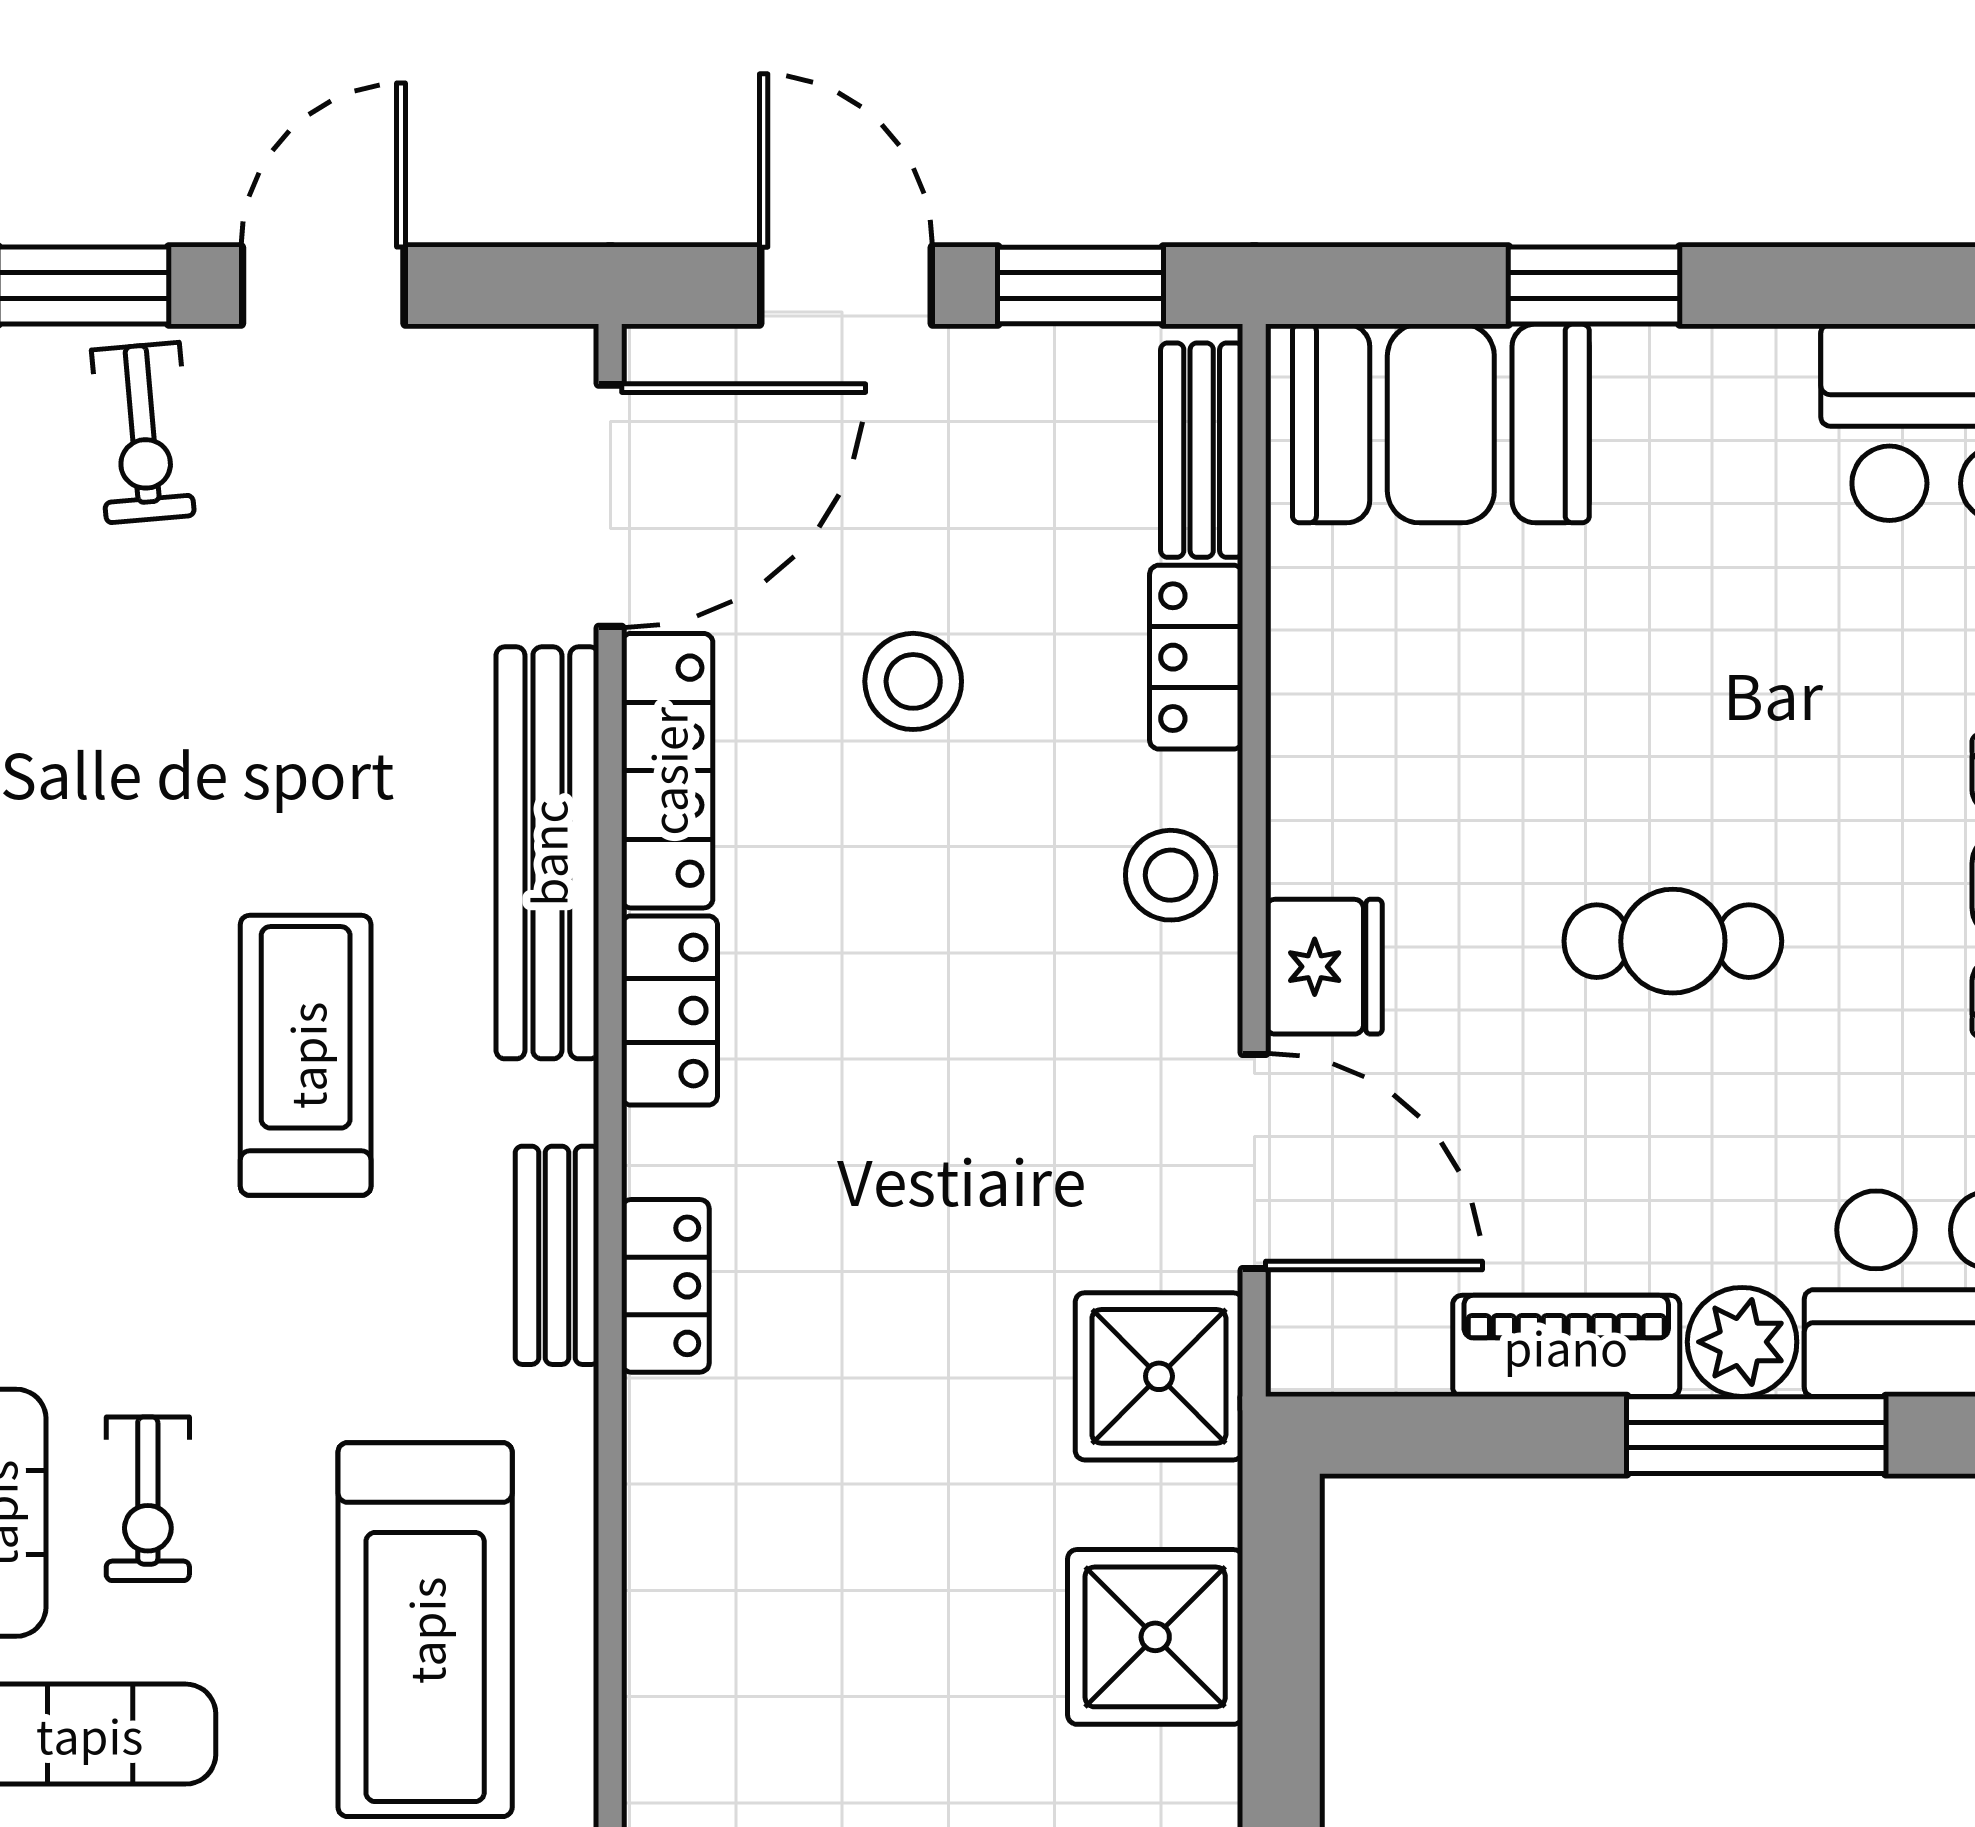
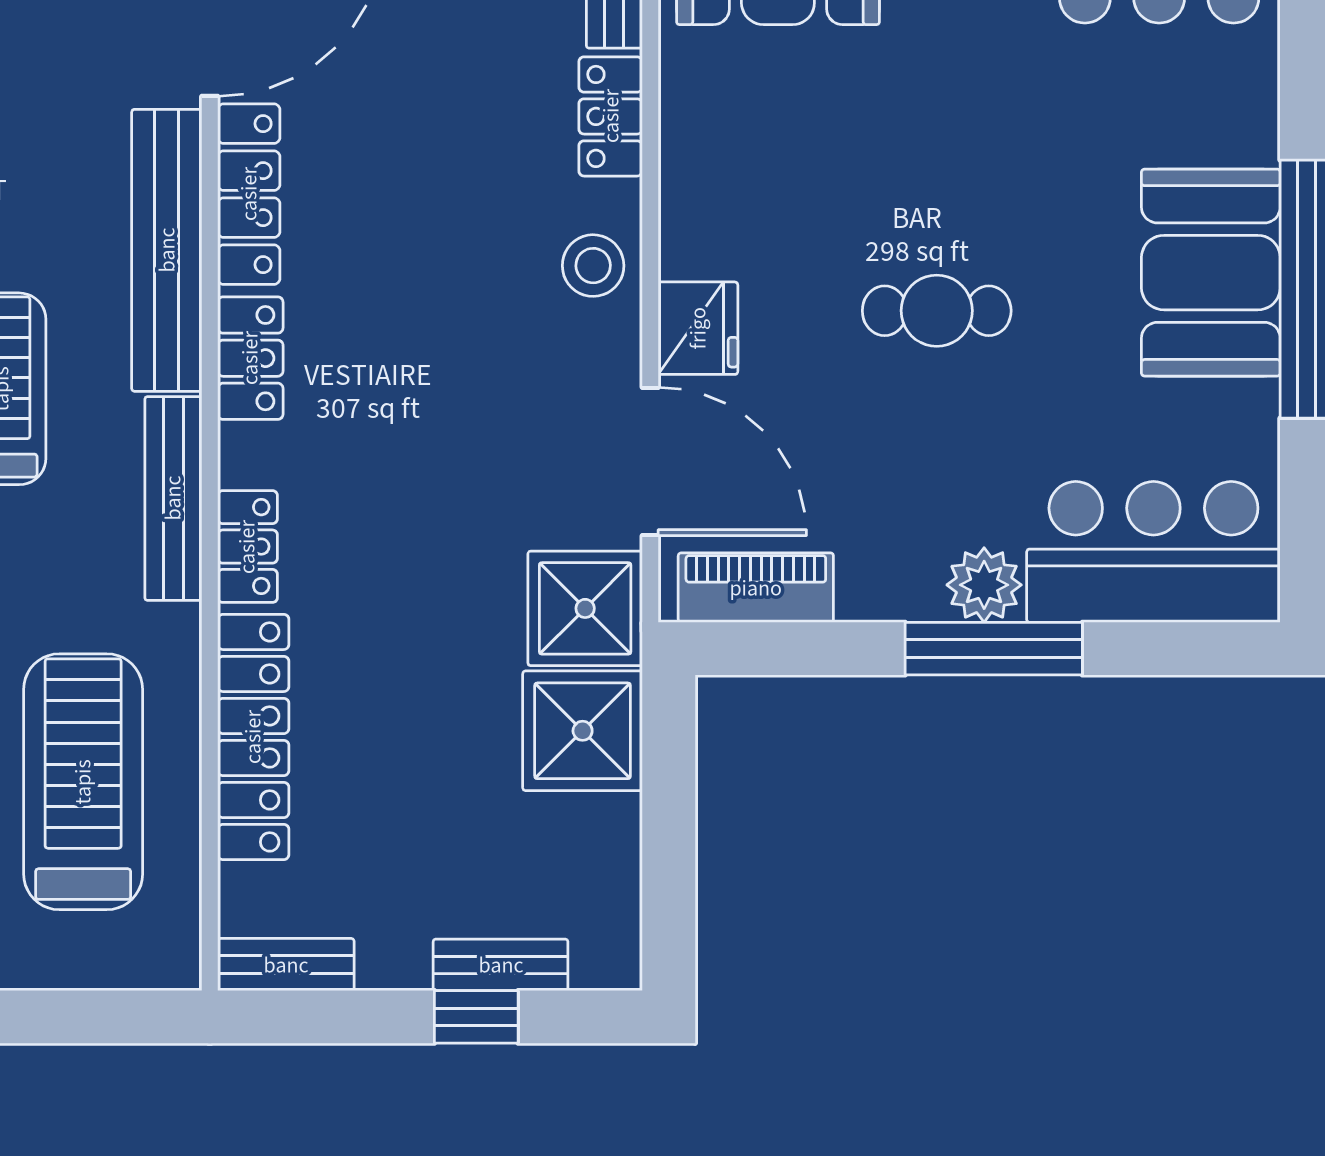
stool: (913, 681) -> (417, 133), removed
bench: (557, 1255) -> (173, 498), width x1.36
piano: (1566, 1346) -> (756, 588), moved
locker: (674, 1564) -> (253, 737), added
treadmill: (425, 1630) -> (83, 782), turned 180
shower: (1155, 1637) -> (583, 731), moved

